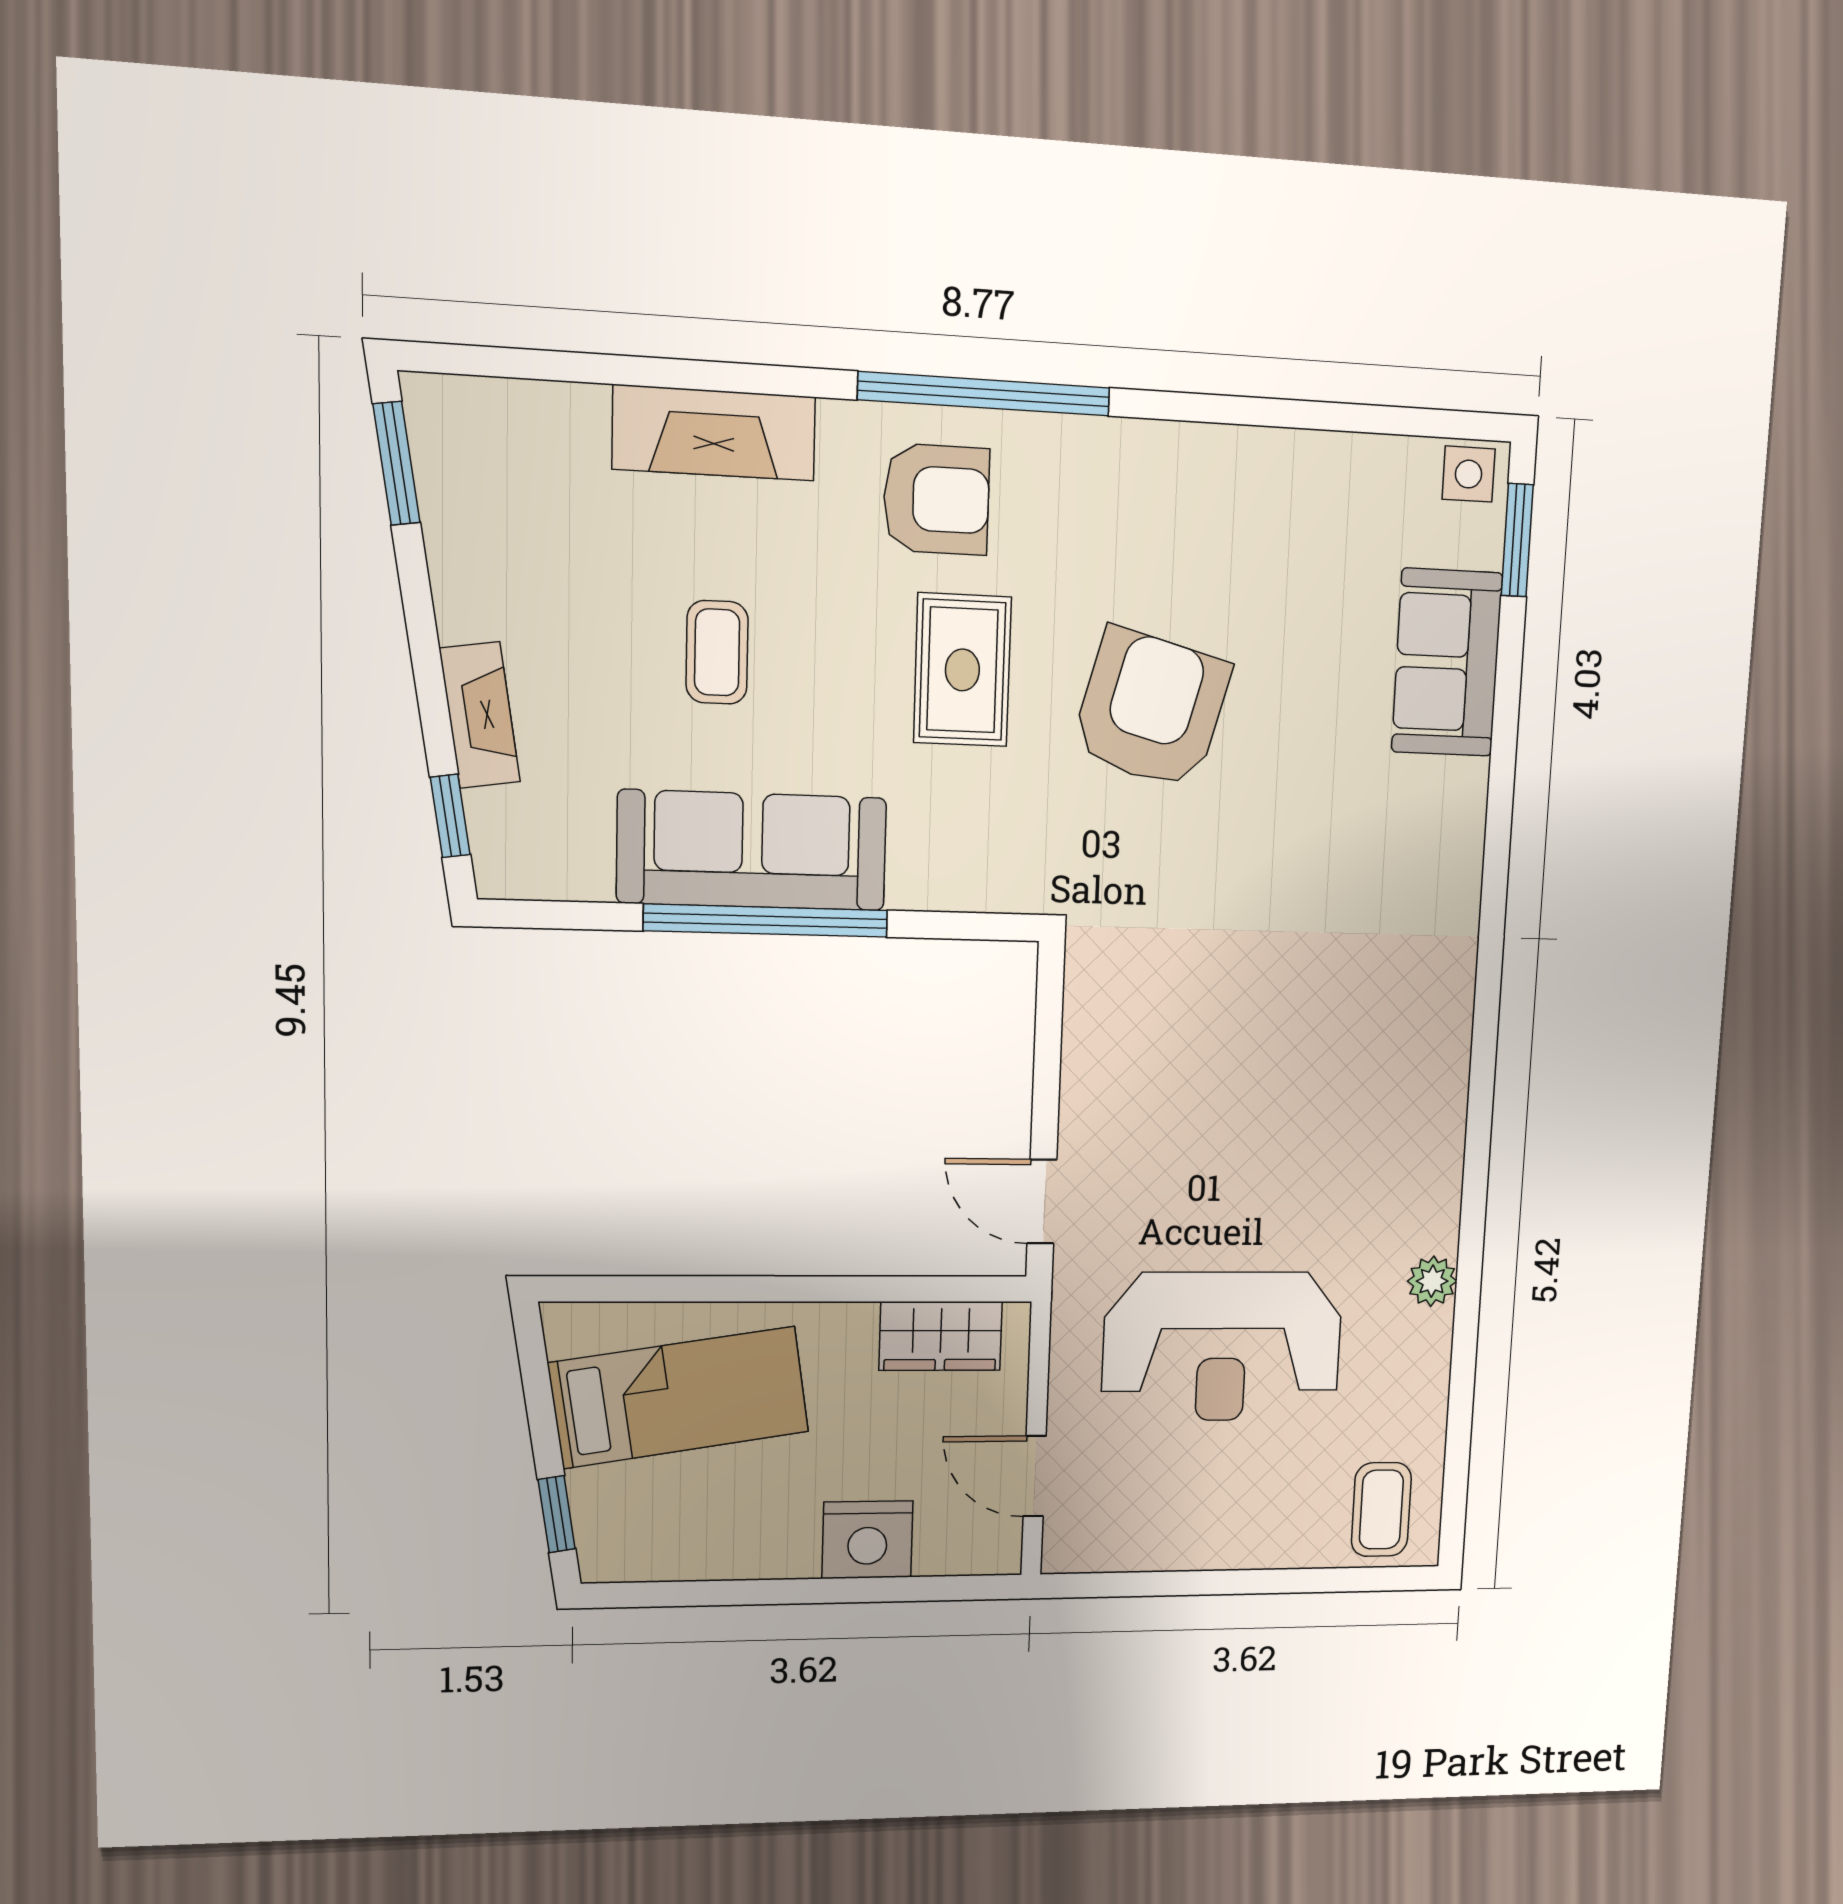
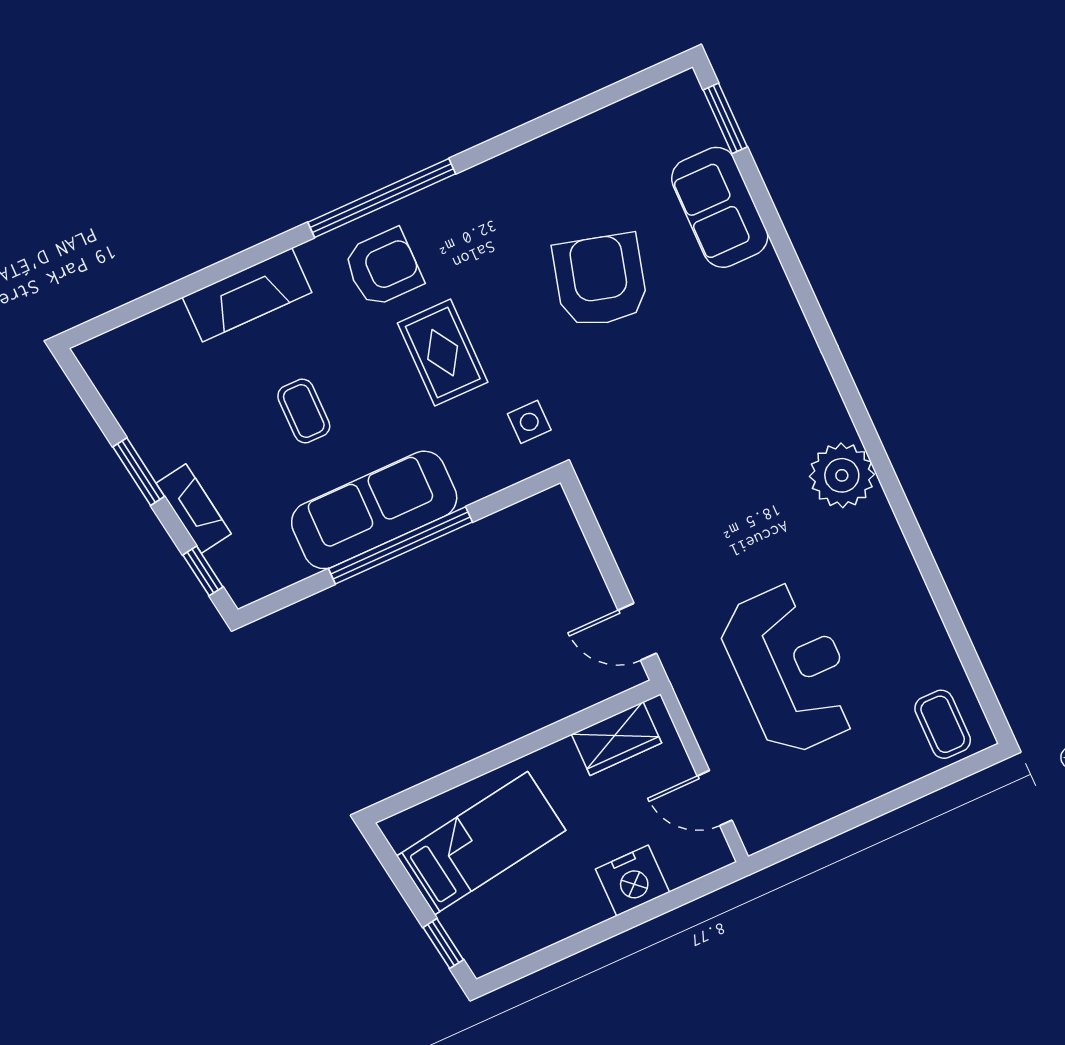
window: (396, 463) -> (139, 472), moved
side table: (1469, 474) -> (529, 422), moved
armchair: (1151, 709) -> (600, 280), moved
plant: (1432, 1281) -> (842, 475), moved, width x1.88, depth x1.88
reception desk: (1222, 1346) -> (790, 669), turned -90

